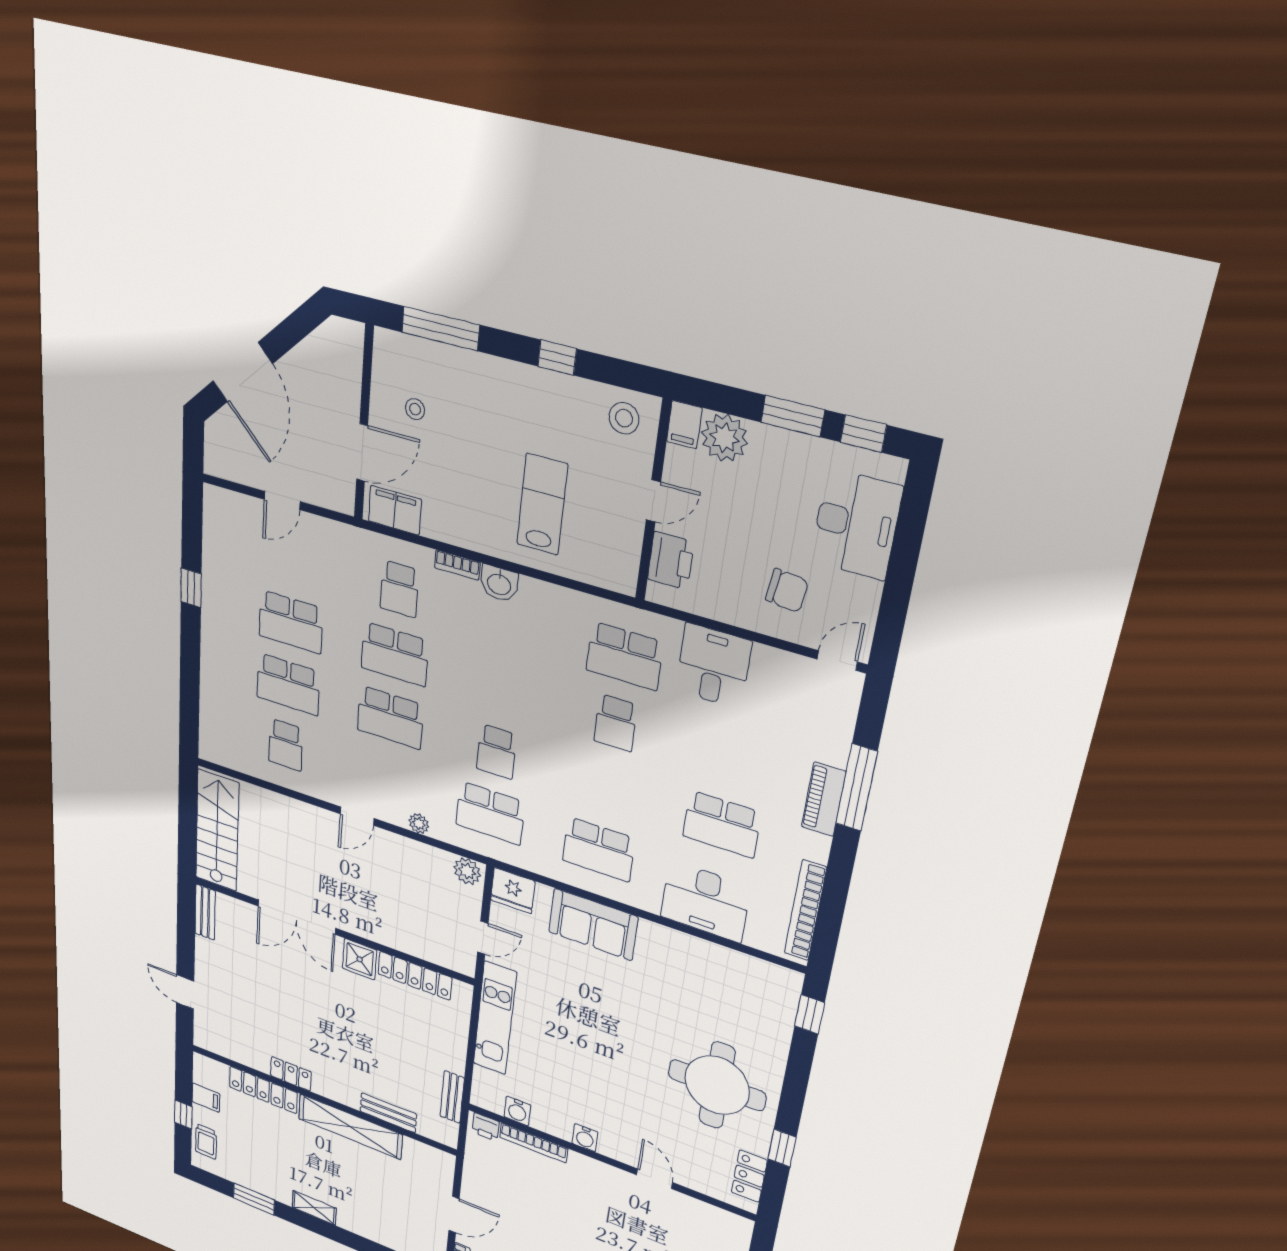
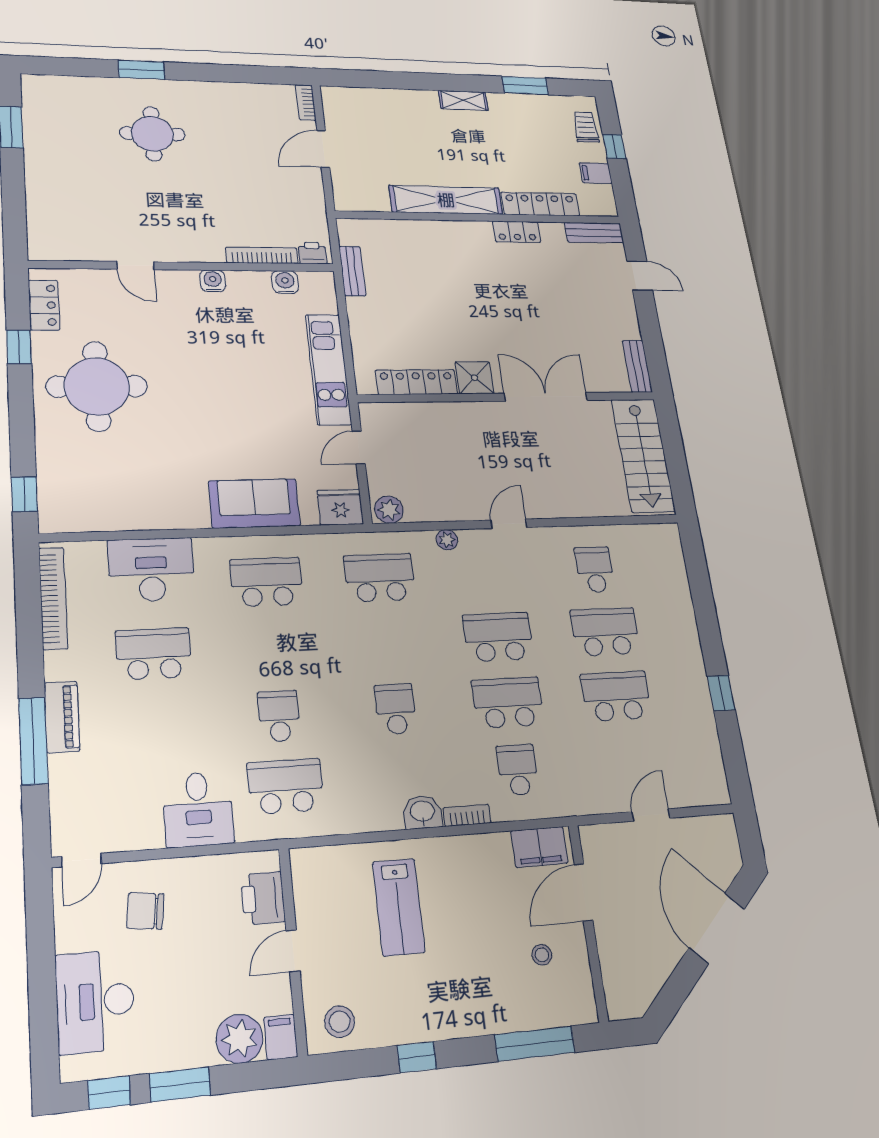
school desk: (496, 752) -> (396, 709), moved
bench: (388, 1113) -> (594, 233), moved

